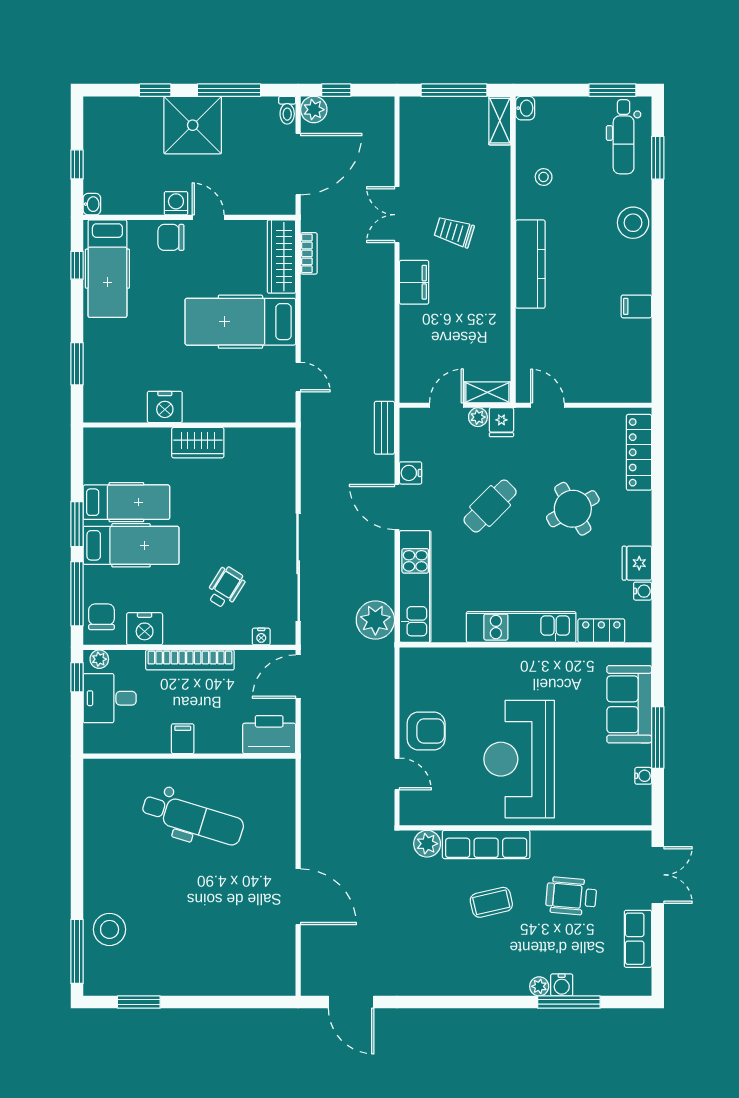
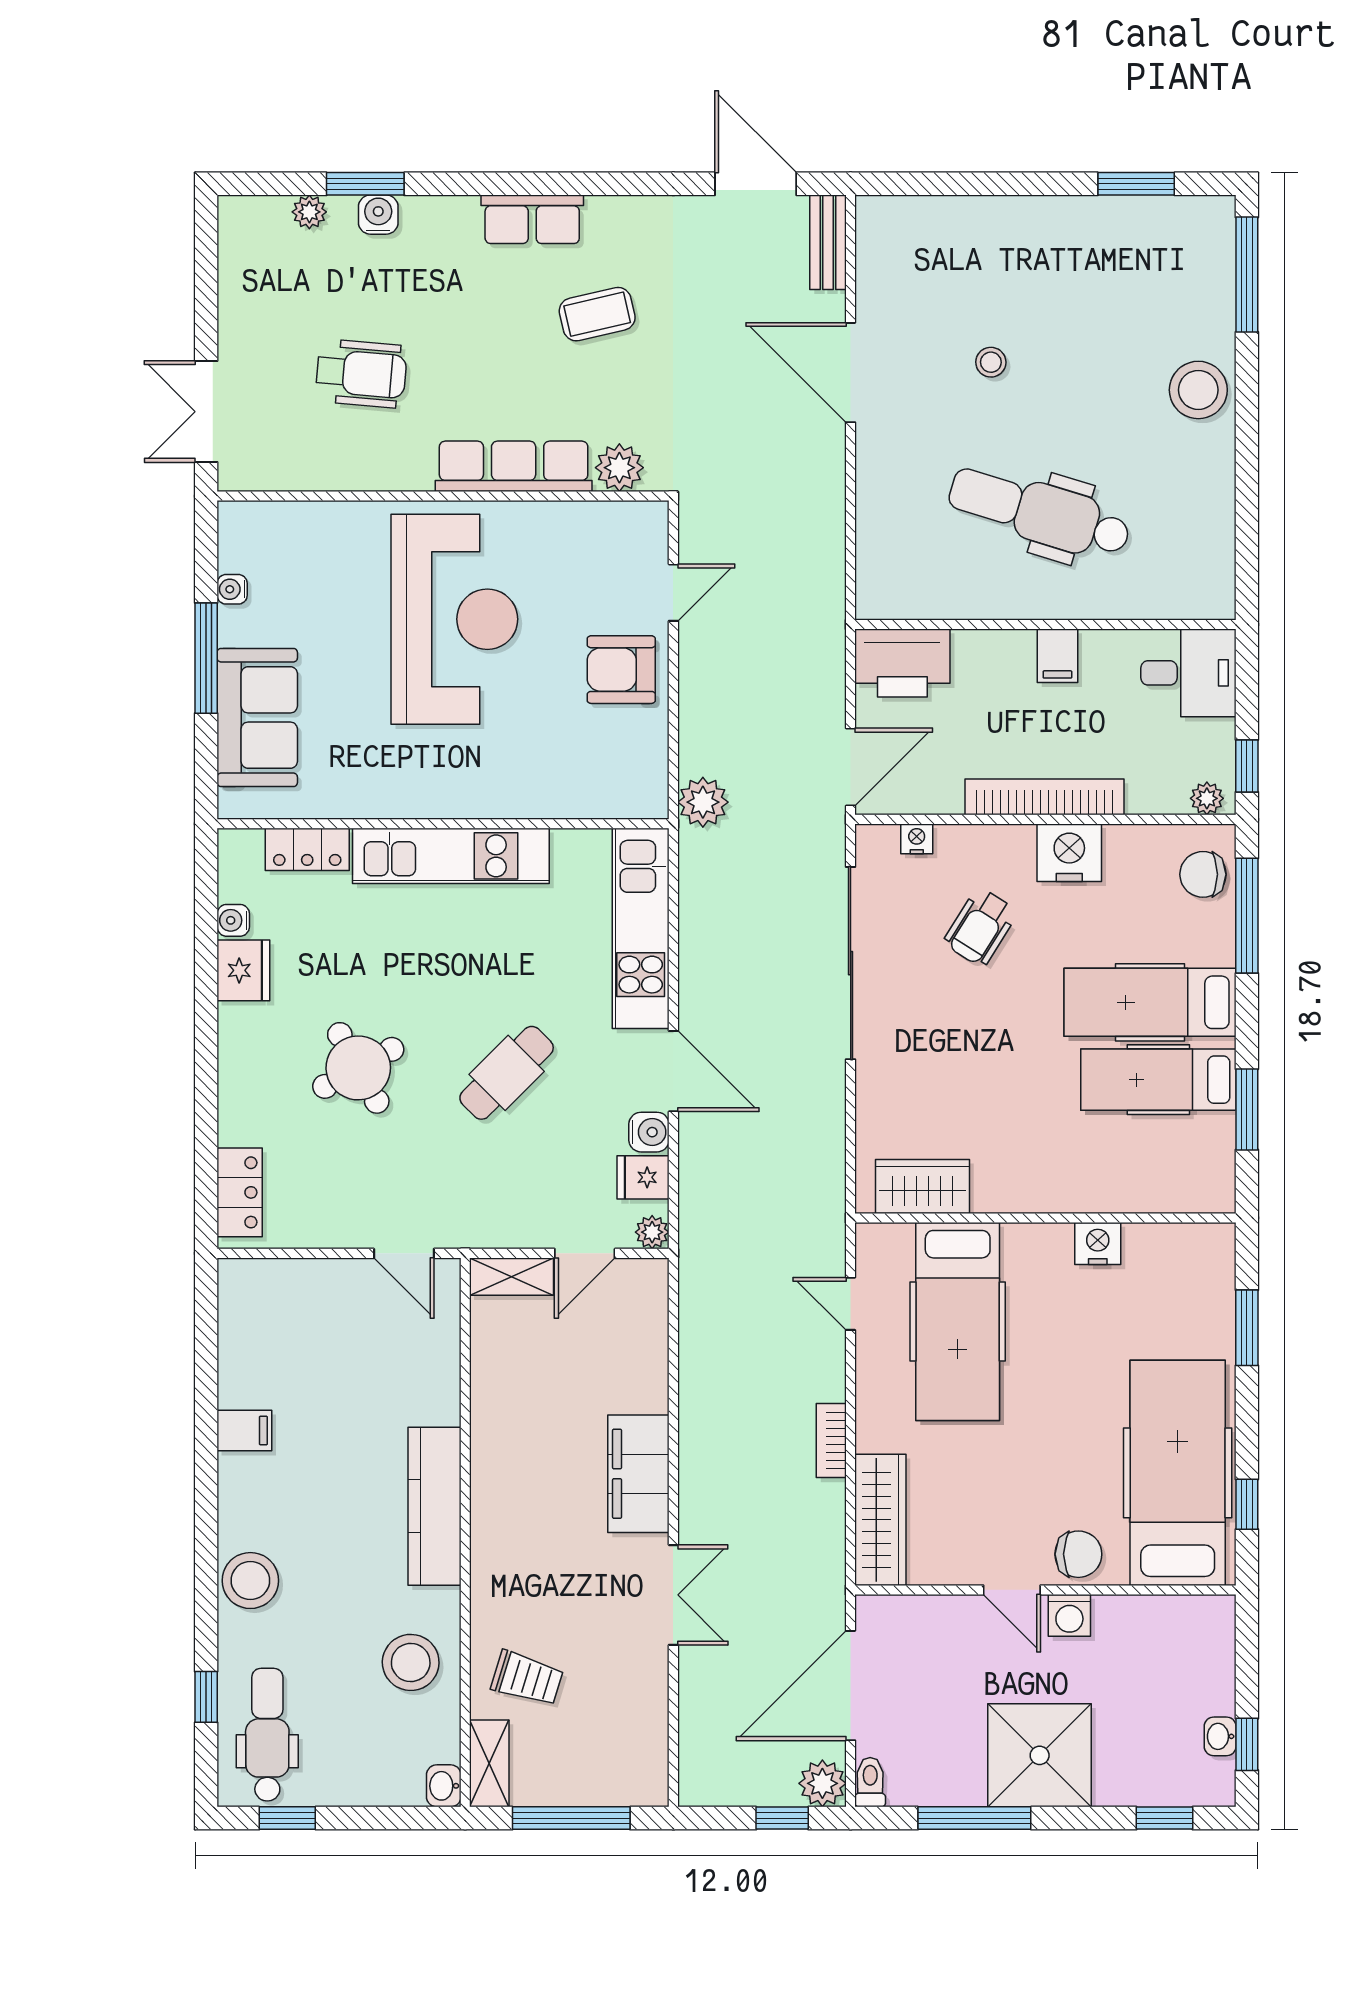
window: (155, 90) -> (1165, 1818), moved
window: (612, 90) -> (287, 1818), width x0.67
window: (658, 158) -> (206, 1697), width x0.67
window: (77, 164) -> (1247, 1744), moved
stool: (544, 177) -> (411, 1662), width x1.89, depth x1.89
washbasin: (92, 204) -> (1220, 1736), moved
trolley: (454, 232) -> (527, 1678), moved
bookcase: (309, 253) -> (831, 1441), moved
hospital bed: (107, 269) -> (1178, 1473), width x1.37, depth x1.29
filing cabinet: (414, 282) -> (638, 1474), width x1.50, depth x1.17
hospital bed: (240, 322) -> (958, 1321), moved, turned 90
nightstand: (165, 407) -> (1098, 1244), width x0.74, depth x0.75
plant: (478, 417) -> (652, 1232), moved
fridge: (501, 422) -> (643, 1177), moved, turned -90
bench: (384, 428) -> (828, 242), moved
wardrobe: (198, 443) -> (923, 1186), moved
locker: (639, 452) -> (240, 1192), width x0.66
window: (77, 524) -> (1247, 1109), moved
chair: (101, 617) -> (1203, 874), turned 90
plant: (375, 620) -> (703, 802), moved, width x0.73, depth x0.73
nightstand: (145, 629) -> (1069, 853), moved
desk: (110, 698) -> (1188, 673), moved
door: (397, 774) -> (673, 593), swing flipped
coffee table: (491, 902) -> (597, 314), moved
stool: (220, 903) -> (991, 362), added
stool: (110, 929) -> (1198, 390), moved
row of seats: (638, 939) -> (532, 219), moved, turned 90
plant: (539, 986) -> (309, 212), moved
window: (569, 1002) -> (365, 184), width x0.69

